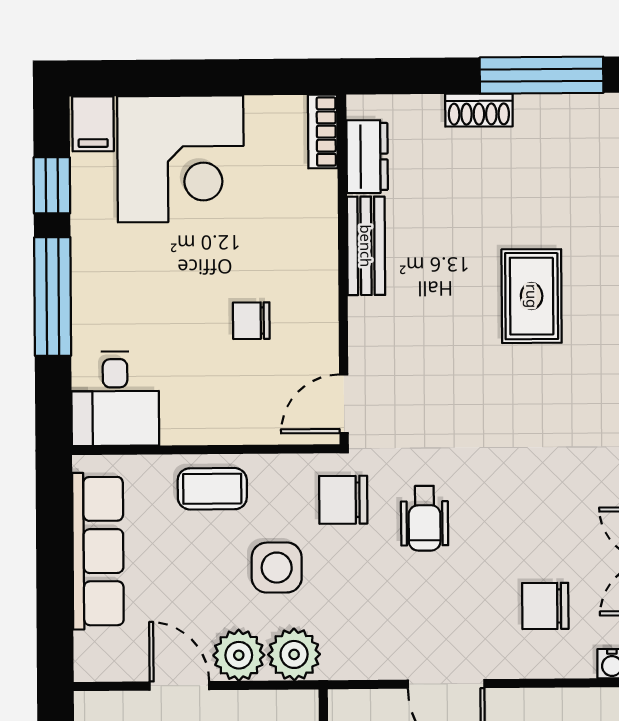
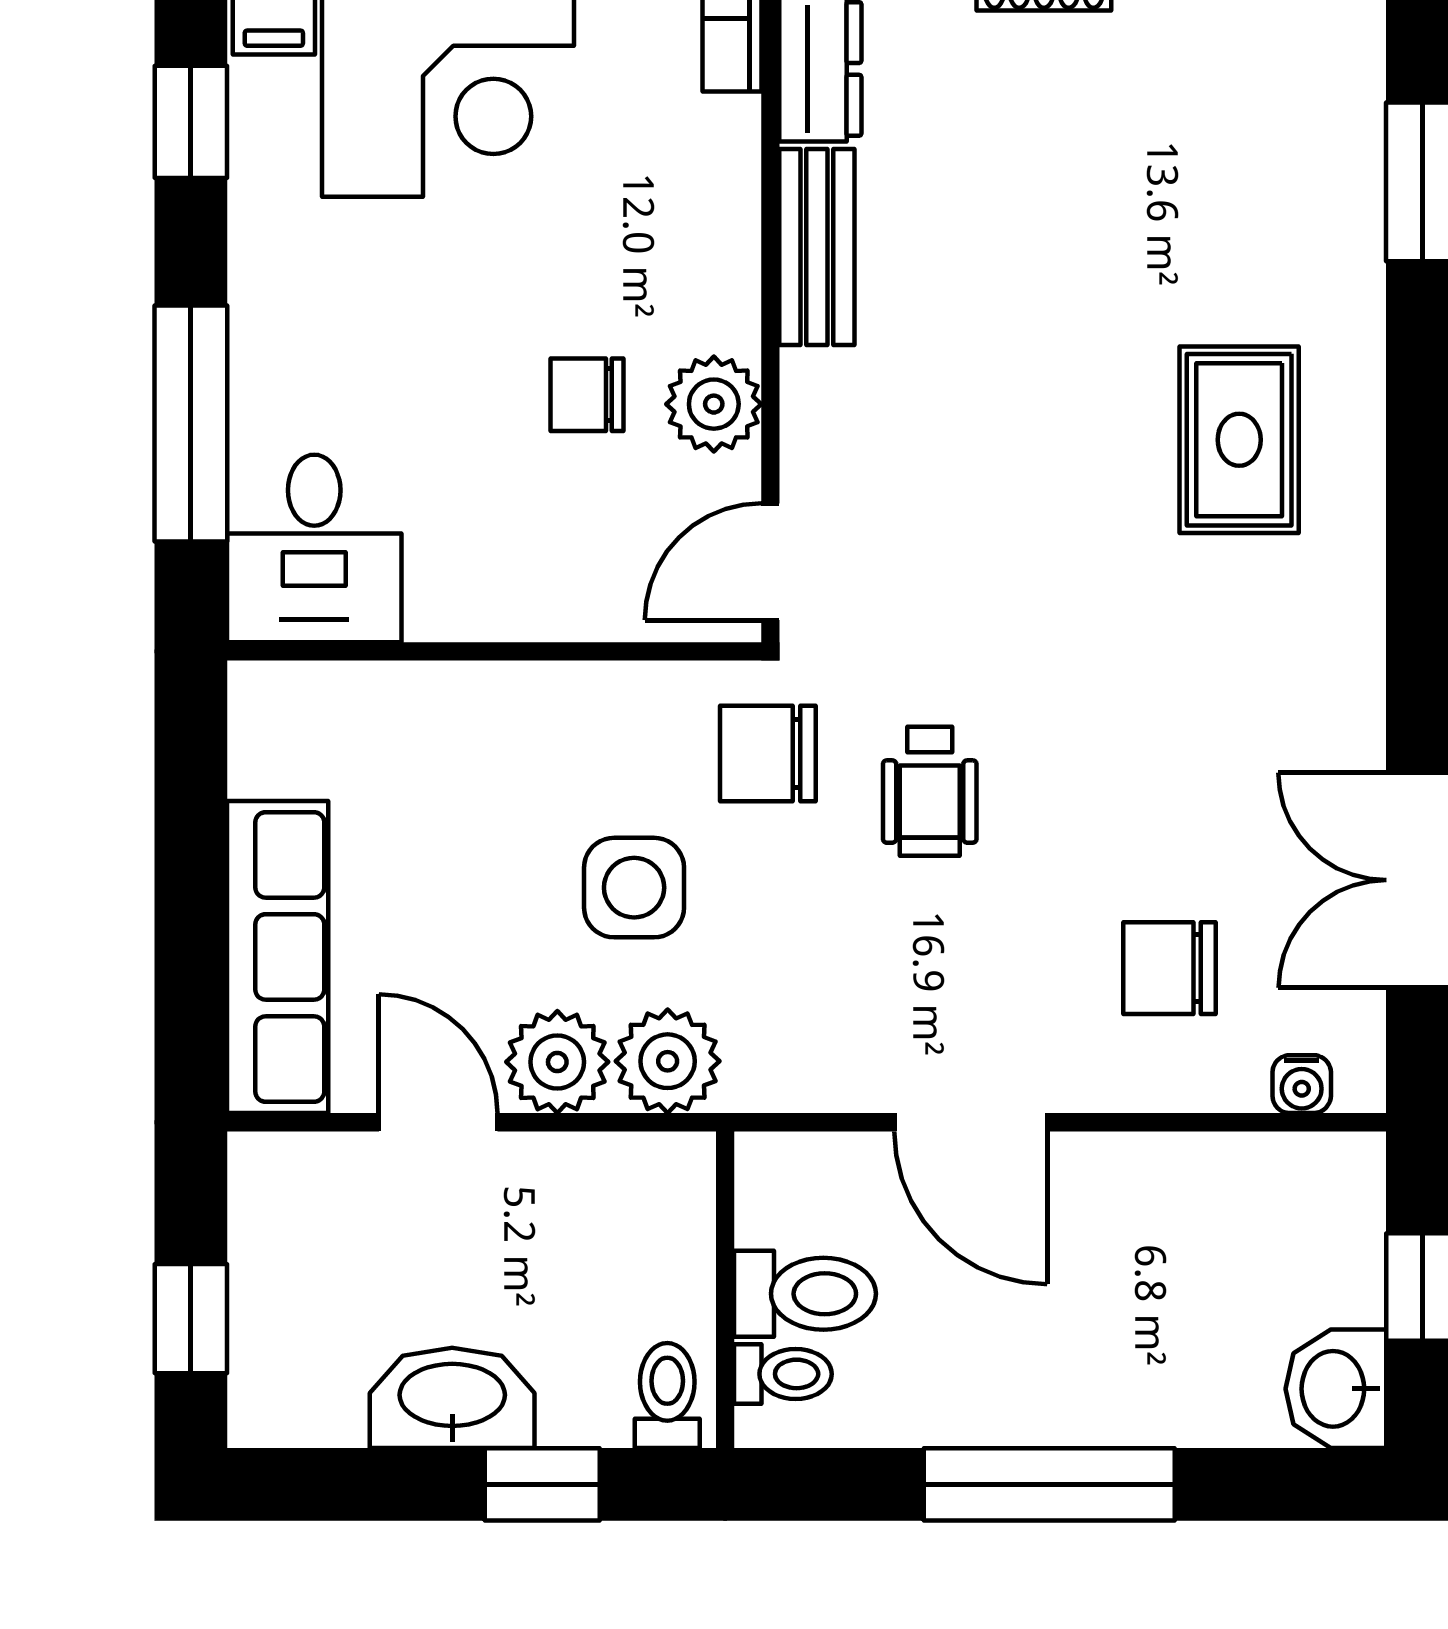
window: (53, 296) -> (191, 423), moved
rug: (532, 296) -> (1239, 440), moved
plant: (315, 325) -> (714, 404), added
coffee table: (212, 489) -> (507, 730), removed
row of seats: (98, 551) -> (278, 957), moved

